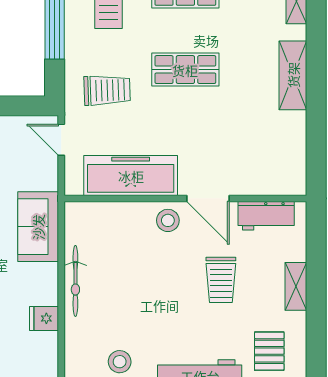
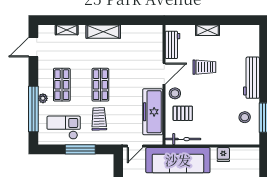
trolley: (107, 90) -> (99, 119), moved
sofa: (38, 227) -> (178, 160), width x1.85, depth x1.27
bicycle: (75, 281) -> (183, 139), moved
pallet: (269, 351) -> (183, 113), moved

